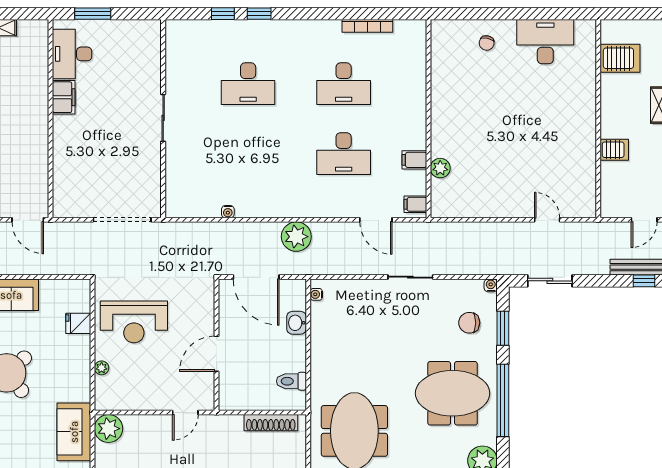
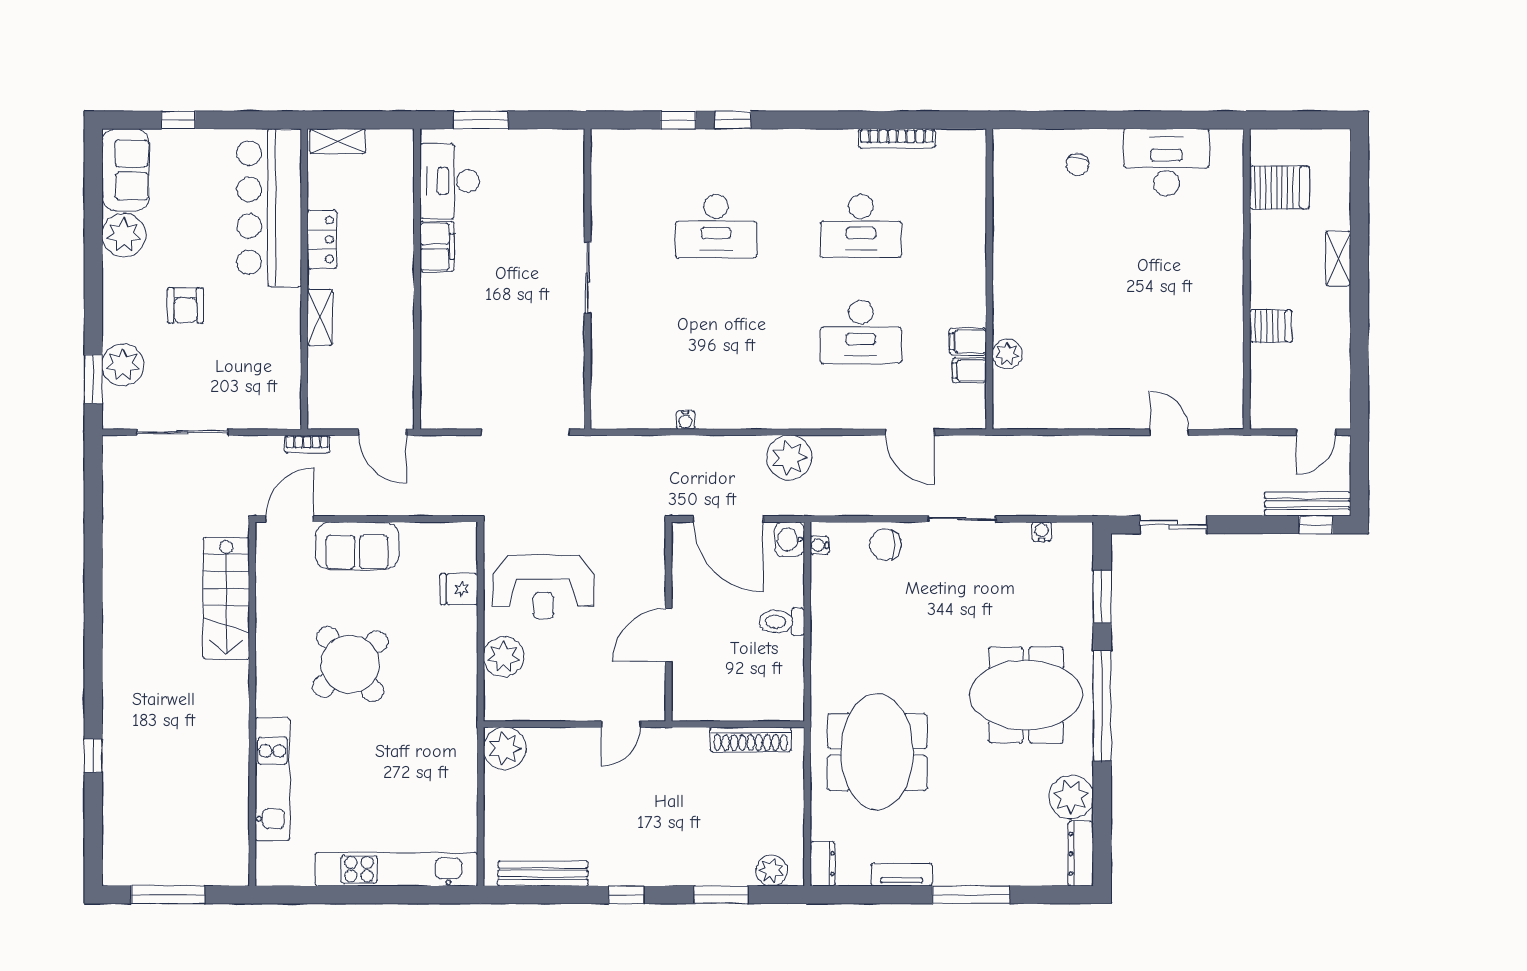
filing cabinet: (415, 204) -> (969, 370), moved
water cooler: (491, 285) -> (1042, 532), moved
washbasin: (297, 323) -> (790, 539), moved
chair: (469, 323) -> (885, 545), moved
plant: (102, 368) -> (504, 657), width x1.87, depth x1.87
toilet: (291, 381) -> (782, 622), moved
sofa: (74, 432) -> (452, 753), removed

